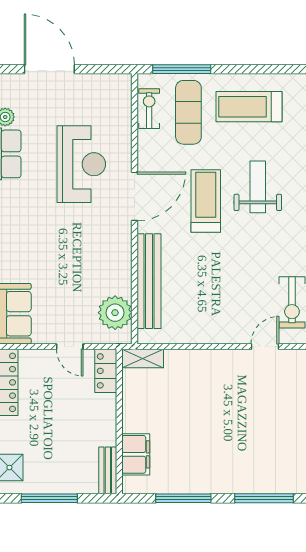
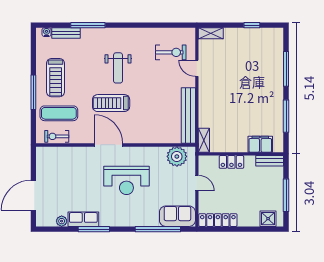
window: (182, 69) -> (33, 92), moved
reception desk: (81, 164) -> (126, 180), moved, turned 180
weight bench: (258, 187) -> (118, 68), moved, turned -90
bench: (149, 281) -> (188, 115), moved, turned 90
door: (70, 347) -> (197, 183), hinge flipped
locker: (106, 371) -> (231, 162), moved

